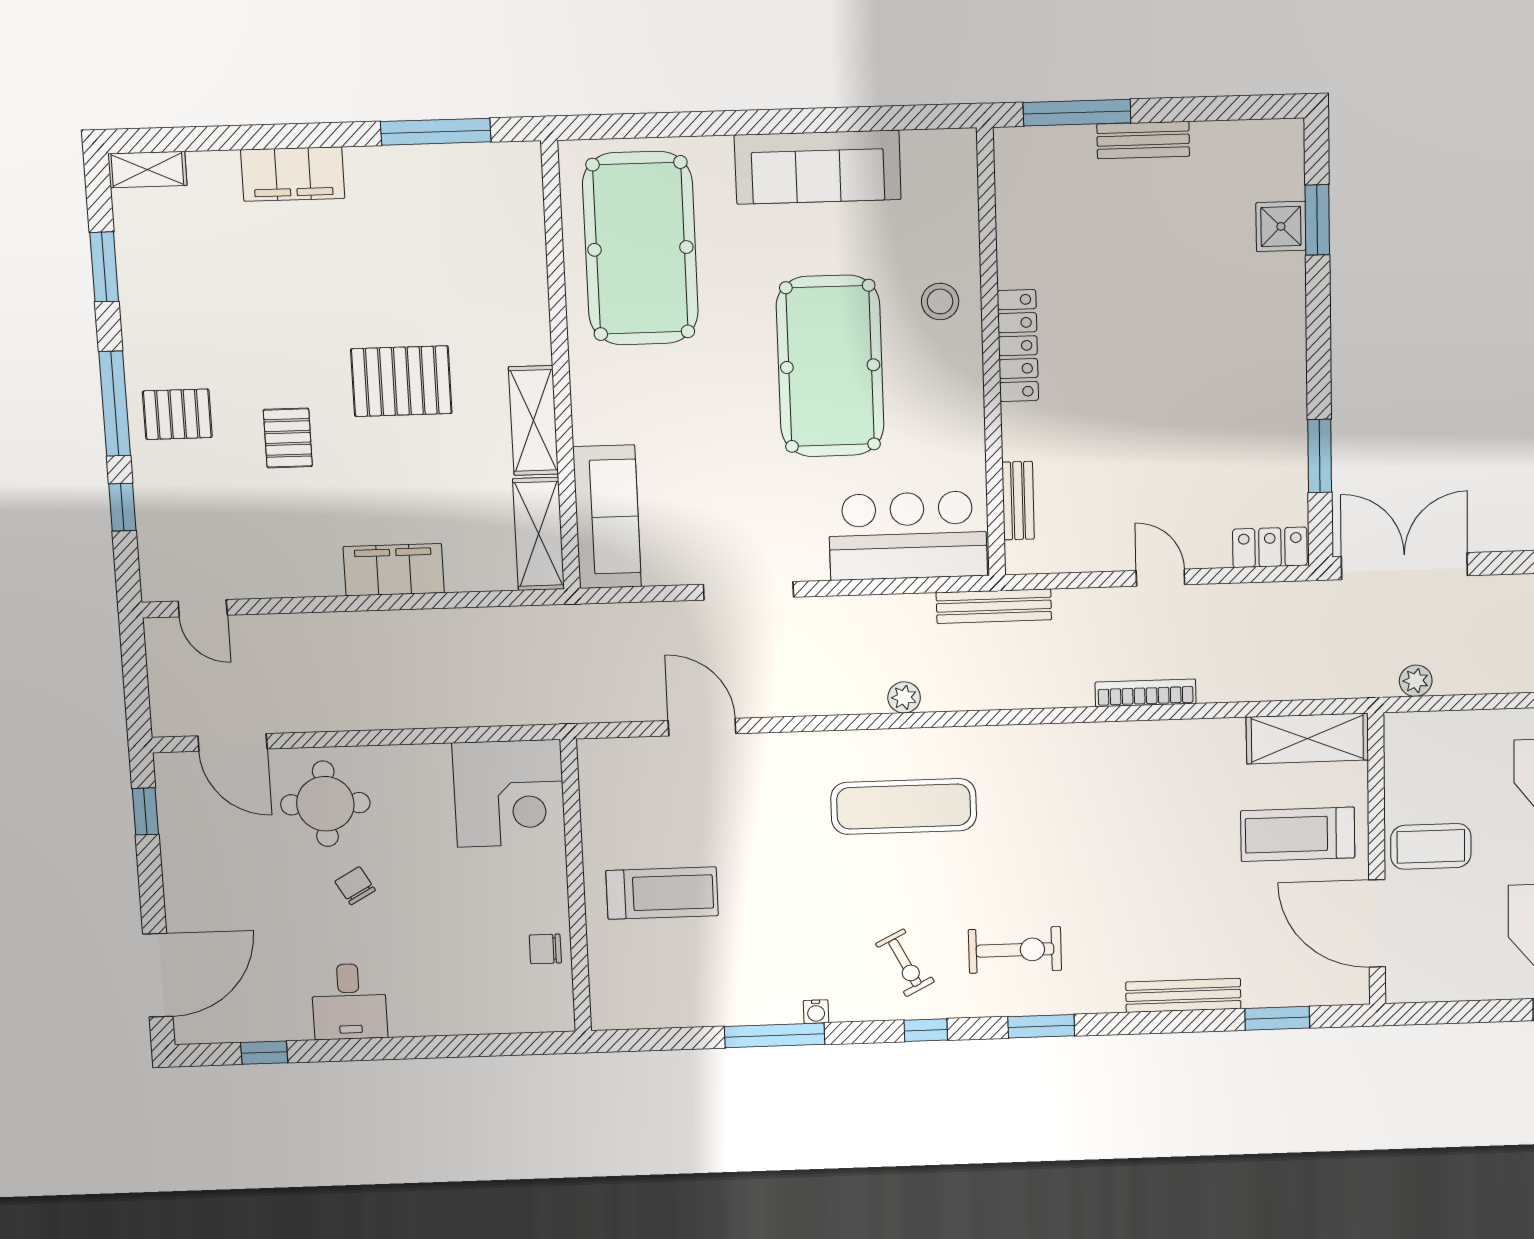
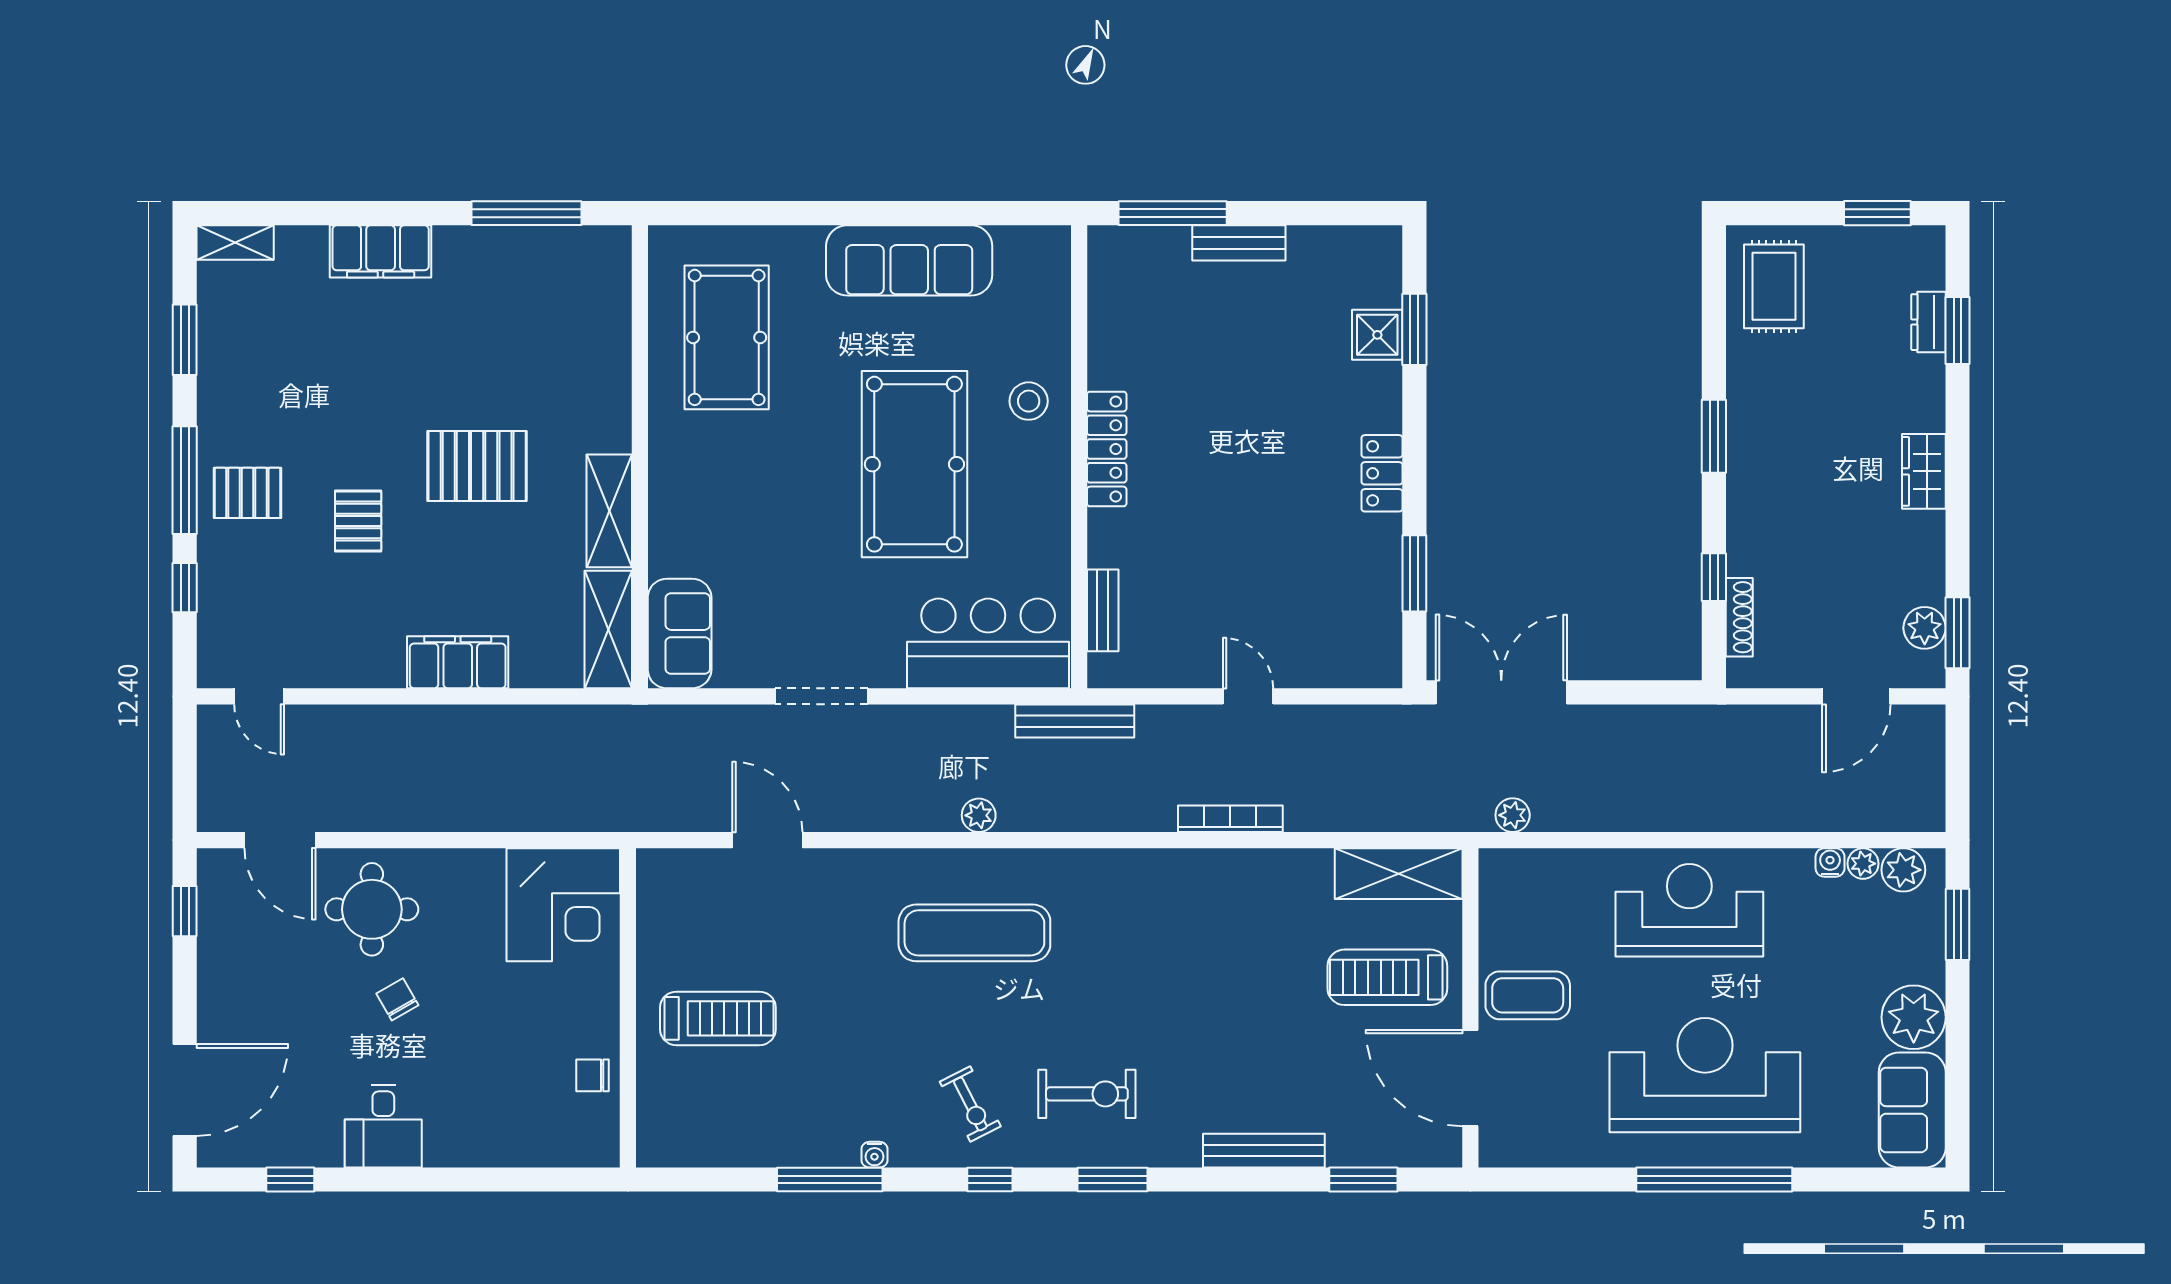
pool table: (640, 248) -> (727, 337), width x0.73, depth x0.76
sofa: (607, 517) -> (680, 634), width x0.73
locker: (1270, 547) -> (1382, 473), moved, turned -90

